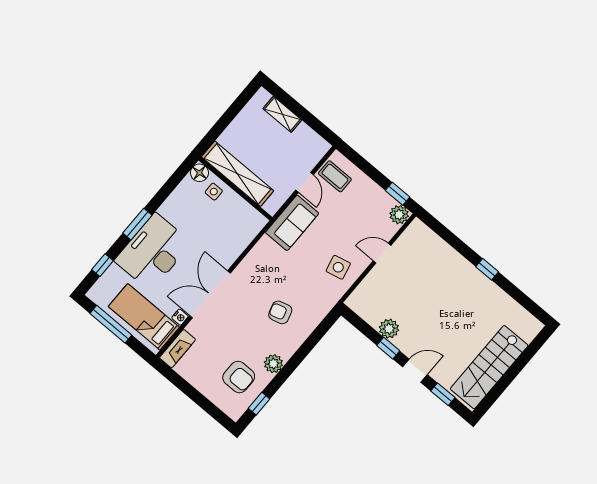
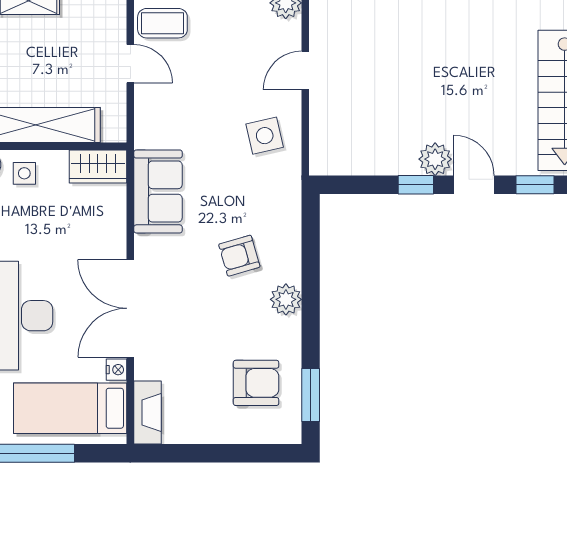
wardrobe: (250, 217) -> (98, 166), added
sofa: (292, 223) -> (158, 191), moved
plant: (389, 329) -> (435, 159), moved
plant: (273, 364) -> (286, 299), moved
door: (415, 371) -> (474, 185), hinge flipped
window: (259, 404) -> (311, 395), width x1.50

